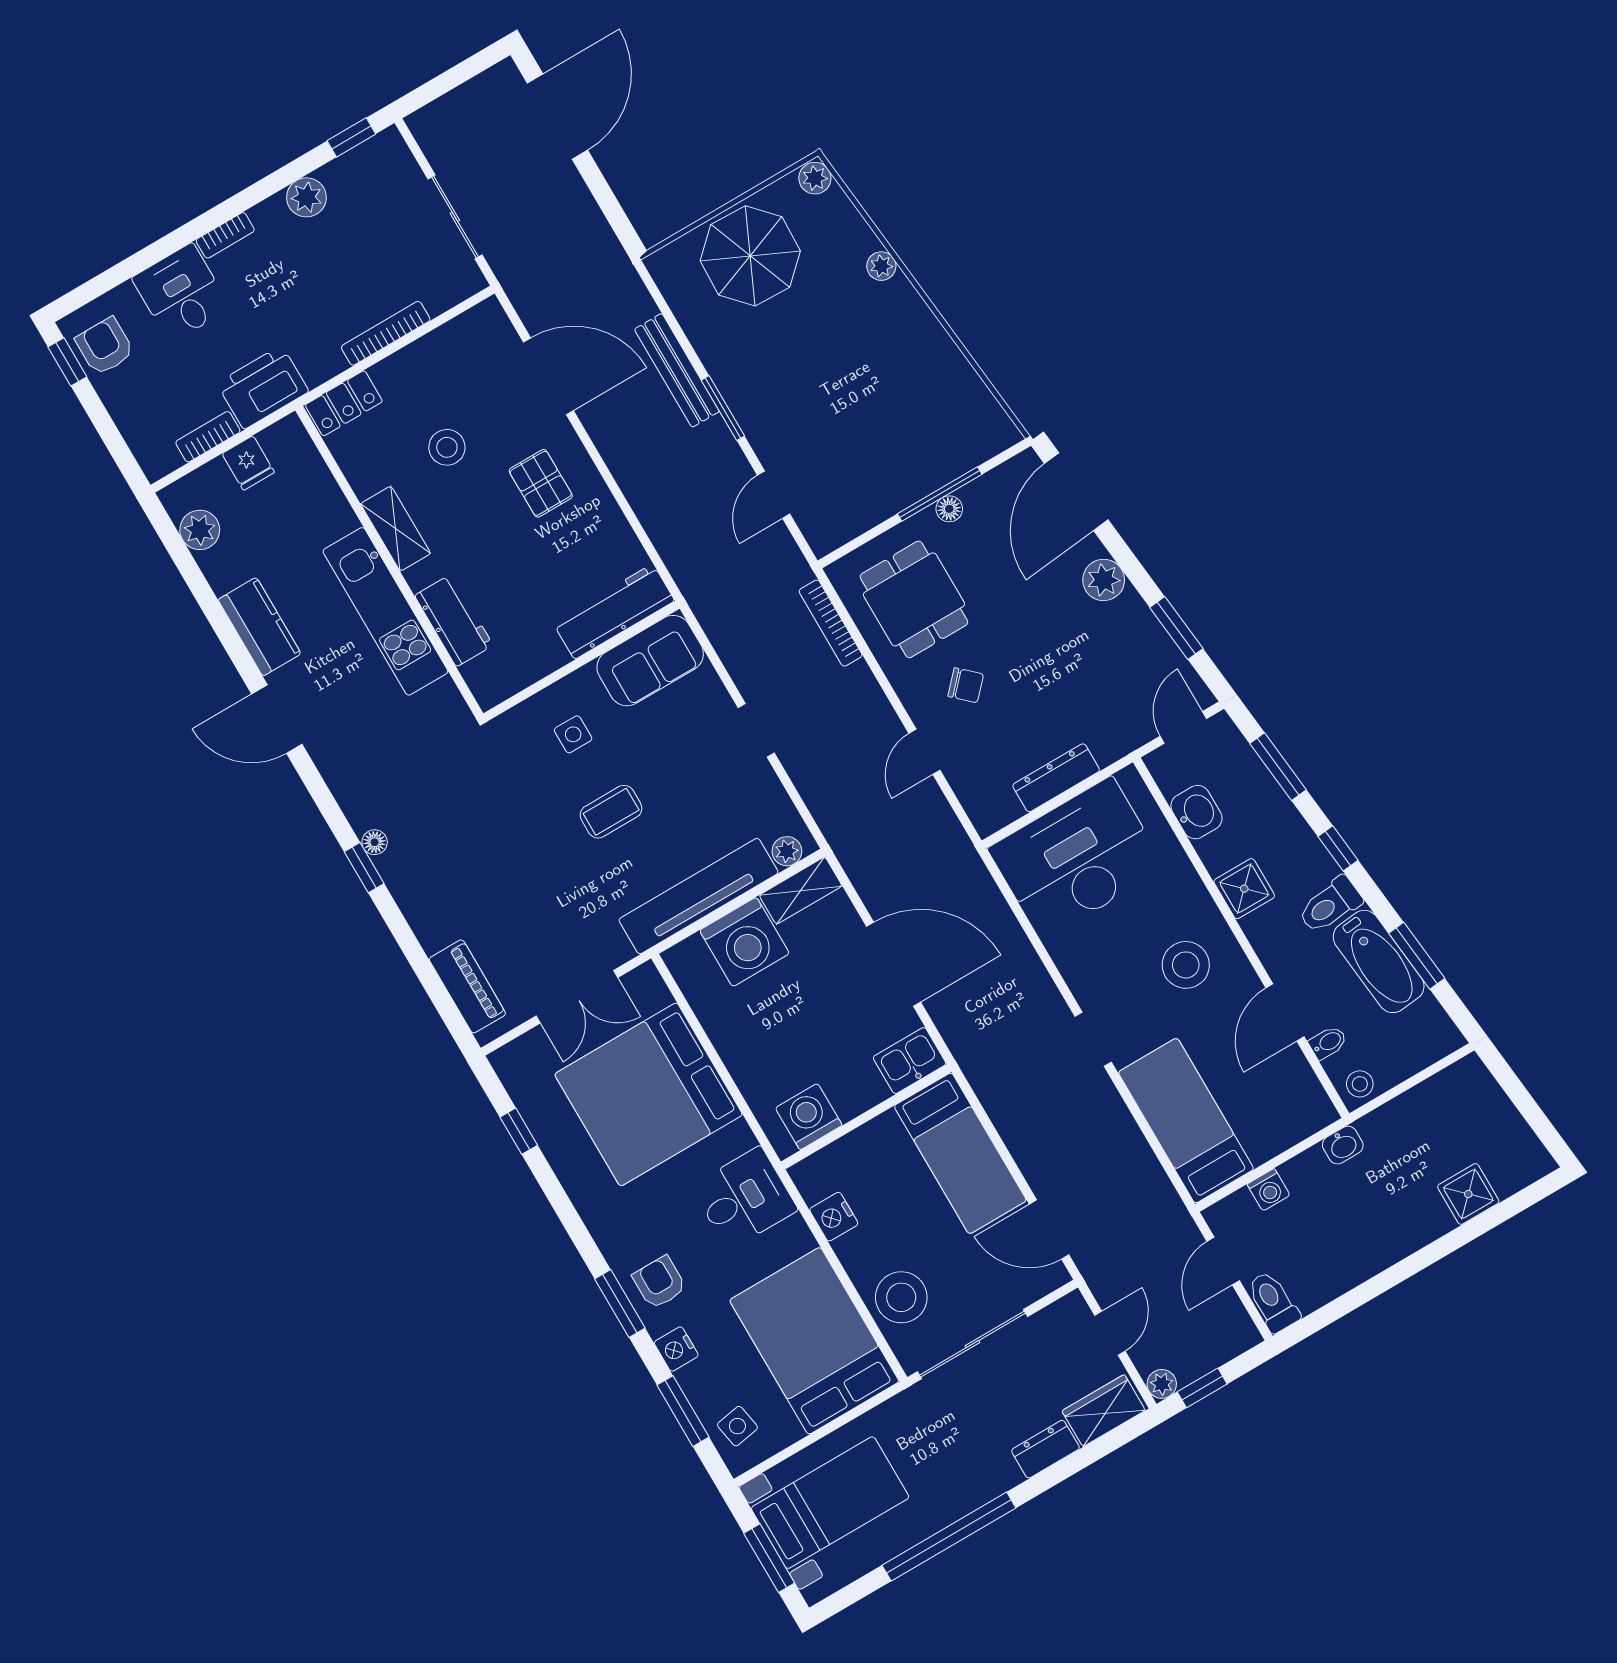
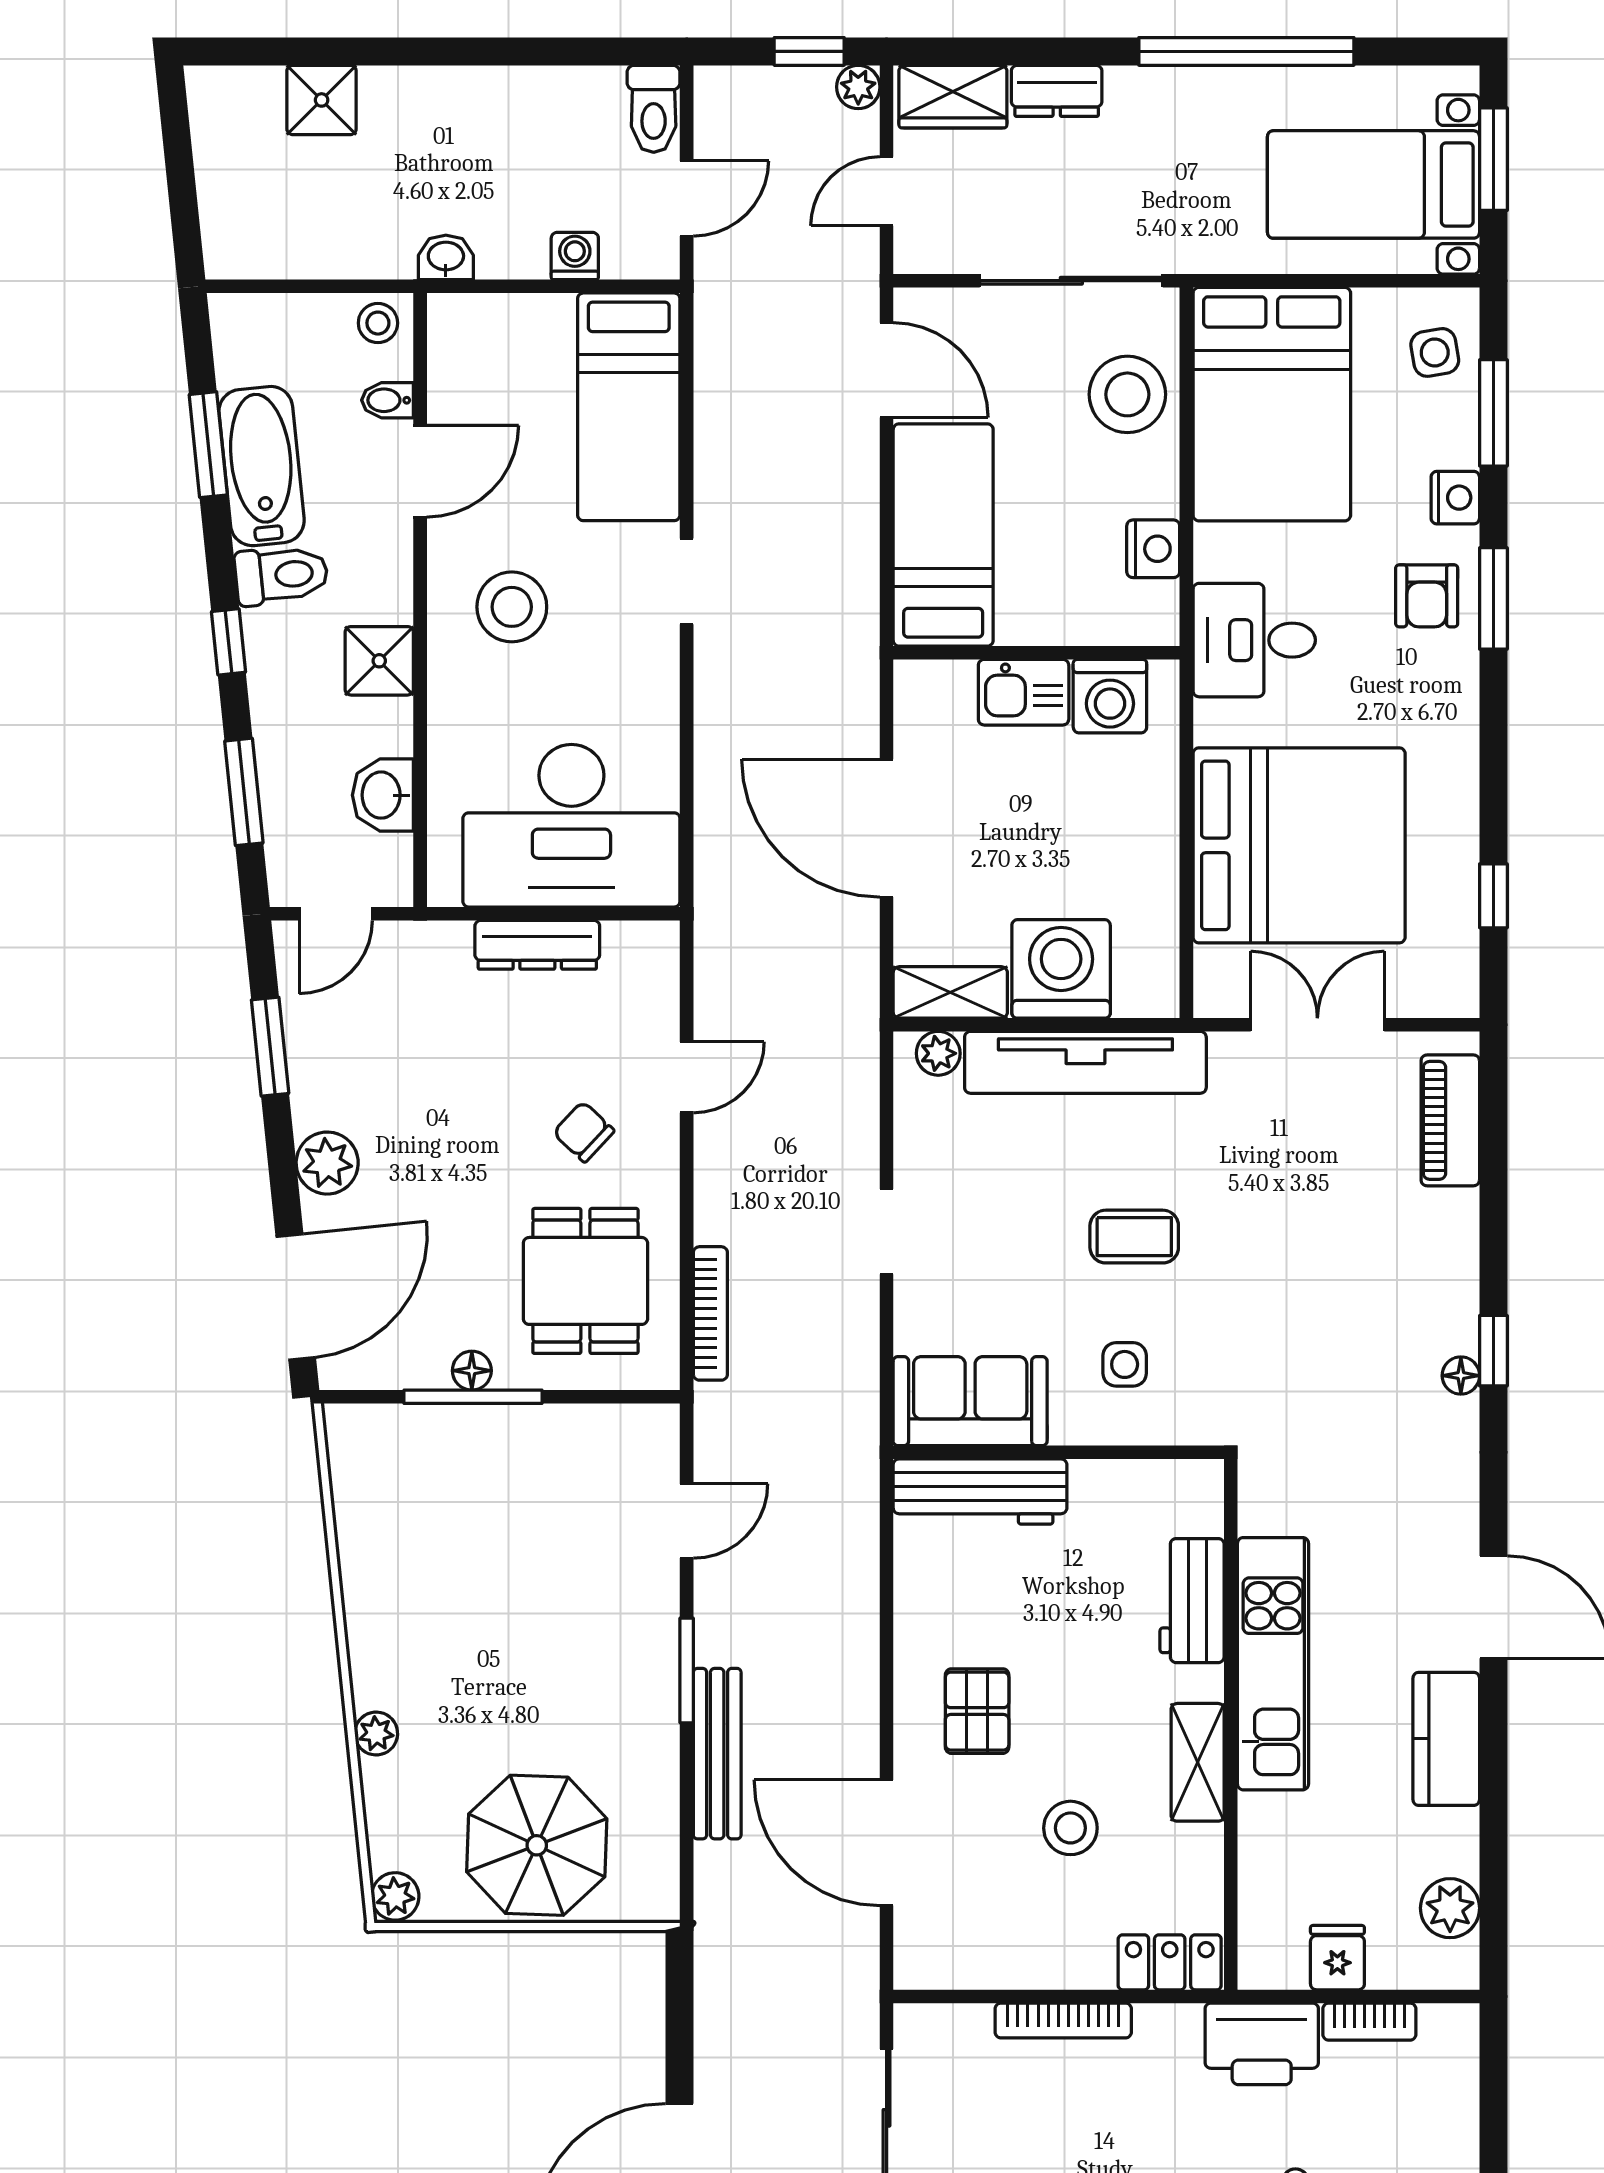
kitchen sink: (910, 1061) -> (1024, 692), moved

